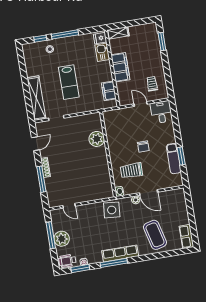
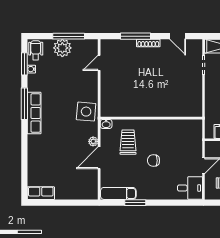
plant: (97, 139) -> (171, 108), removed
exam couch: (174, 159) -> (118, 193), moved
coffee table: (155, 235) -> (49, 157), removed

